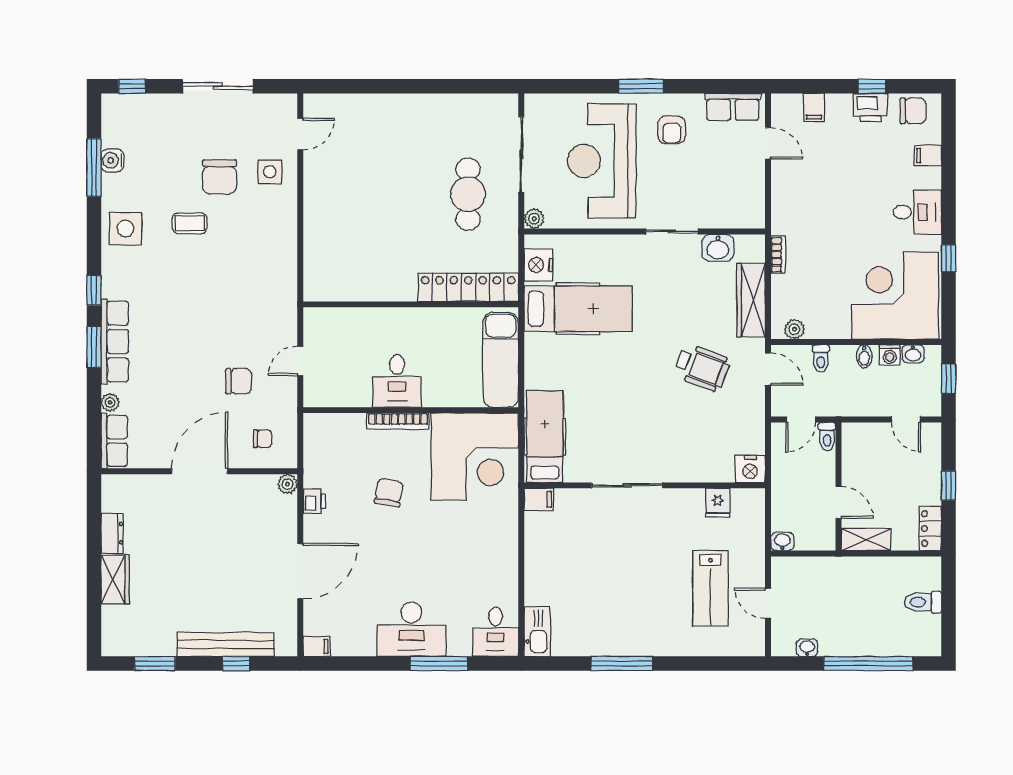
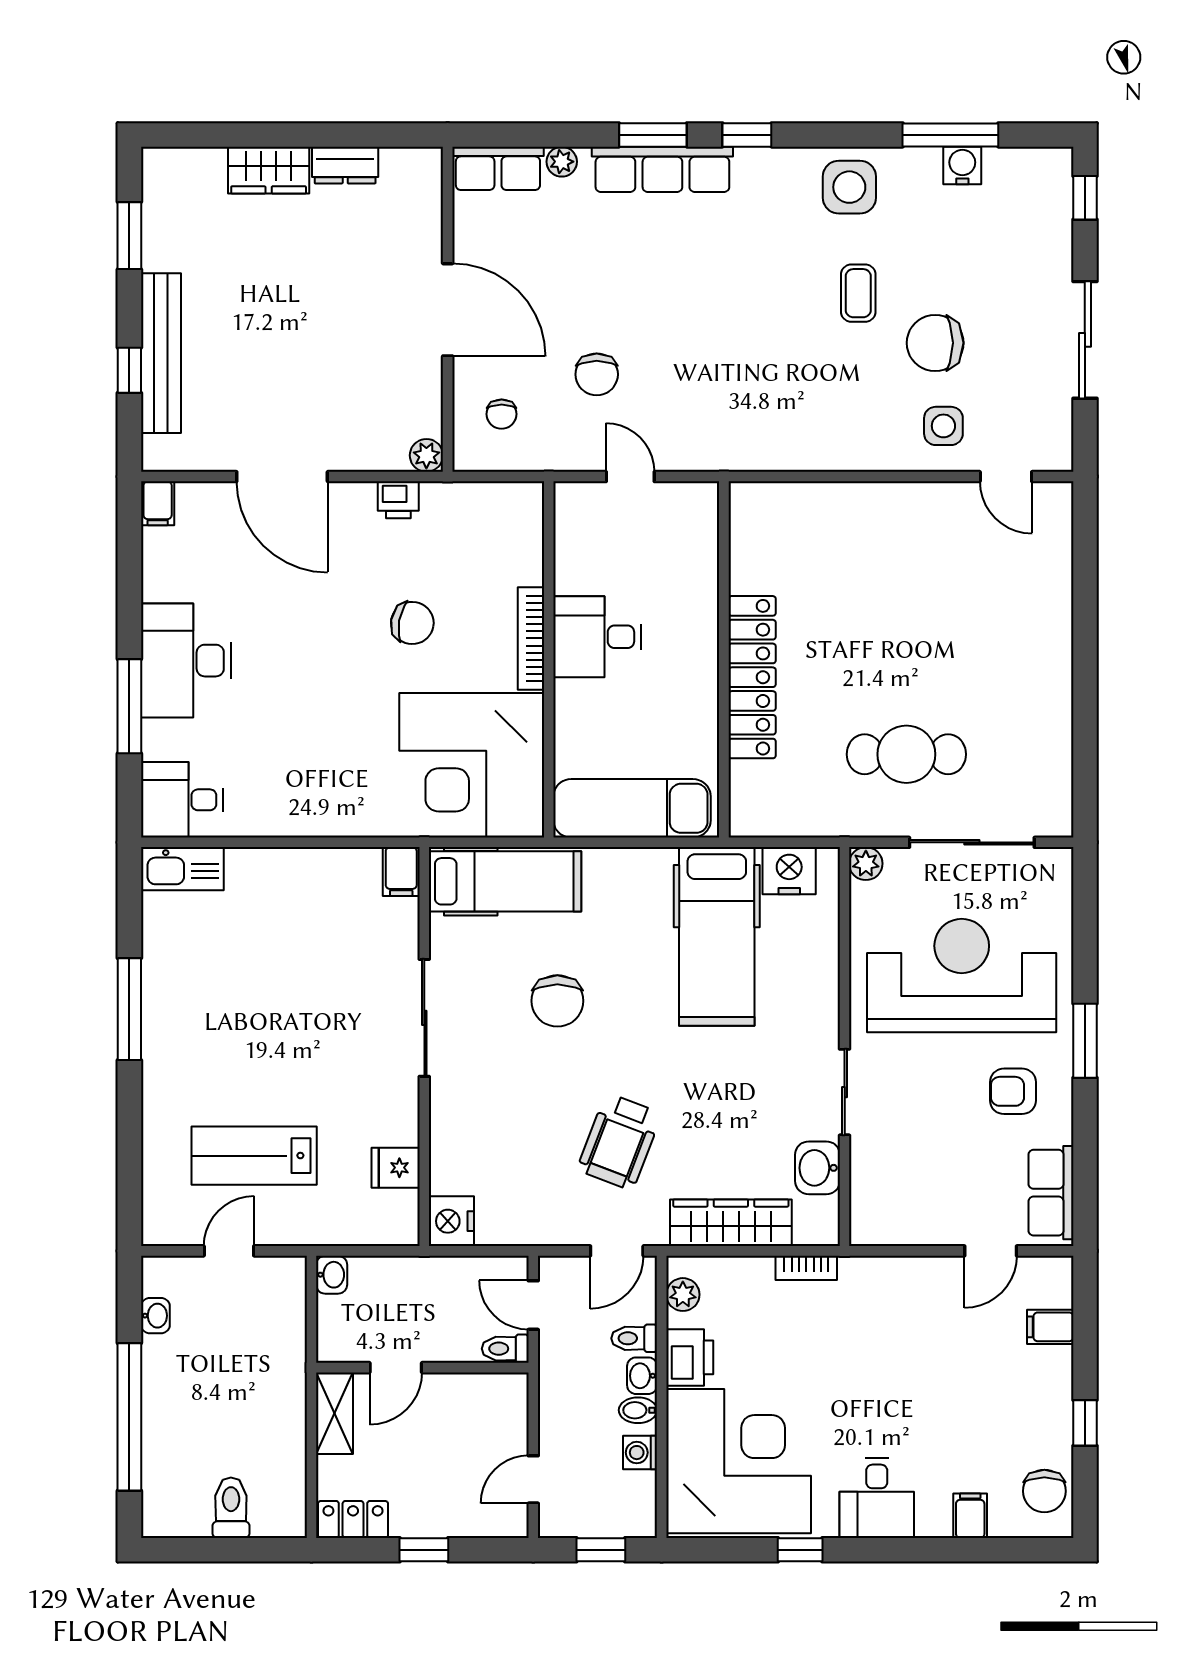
printer: (871, 108) -> (690, 1357), moved, turned 180
locker: (468, 287) -> (752, 677), moved
washbasin: (913, 354) -> (642, 1376), moved
chair: (617, 405) -> (557, 1001), added

